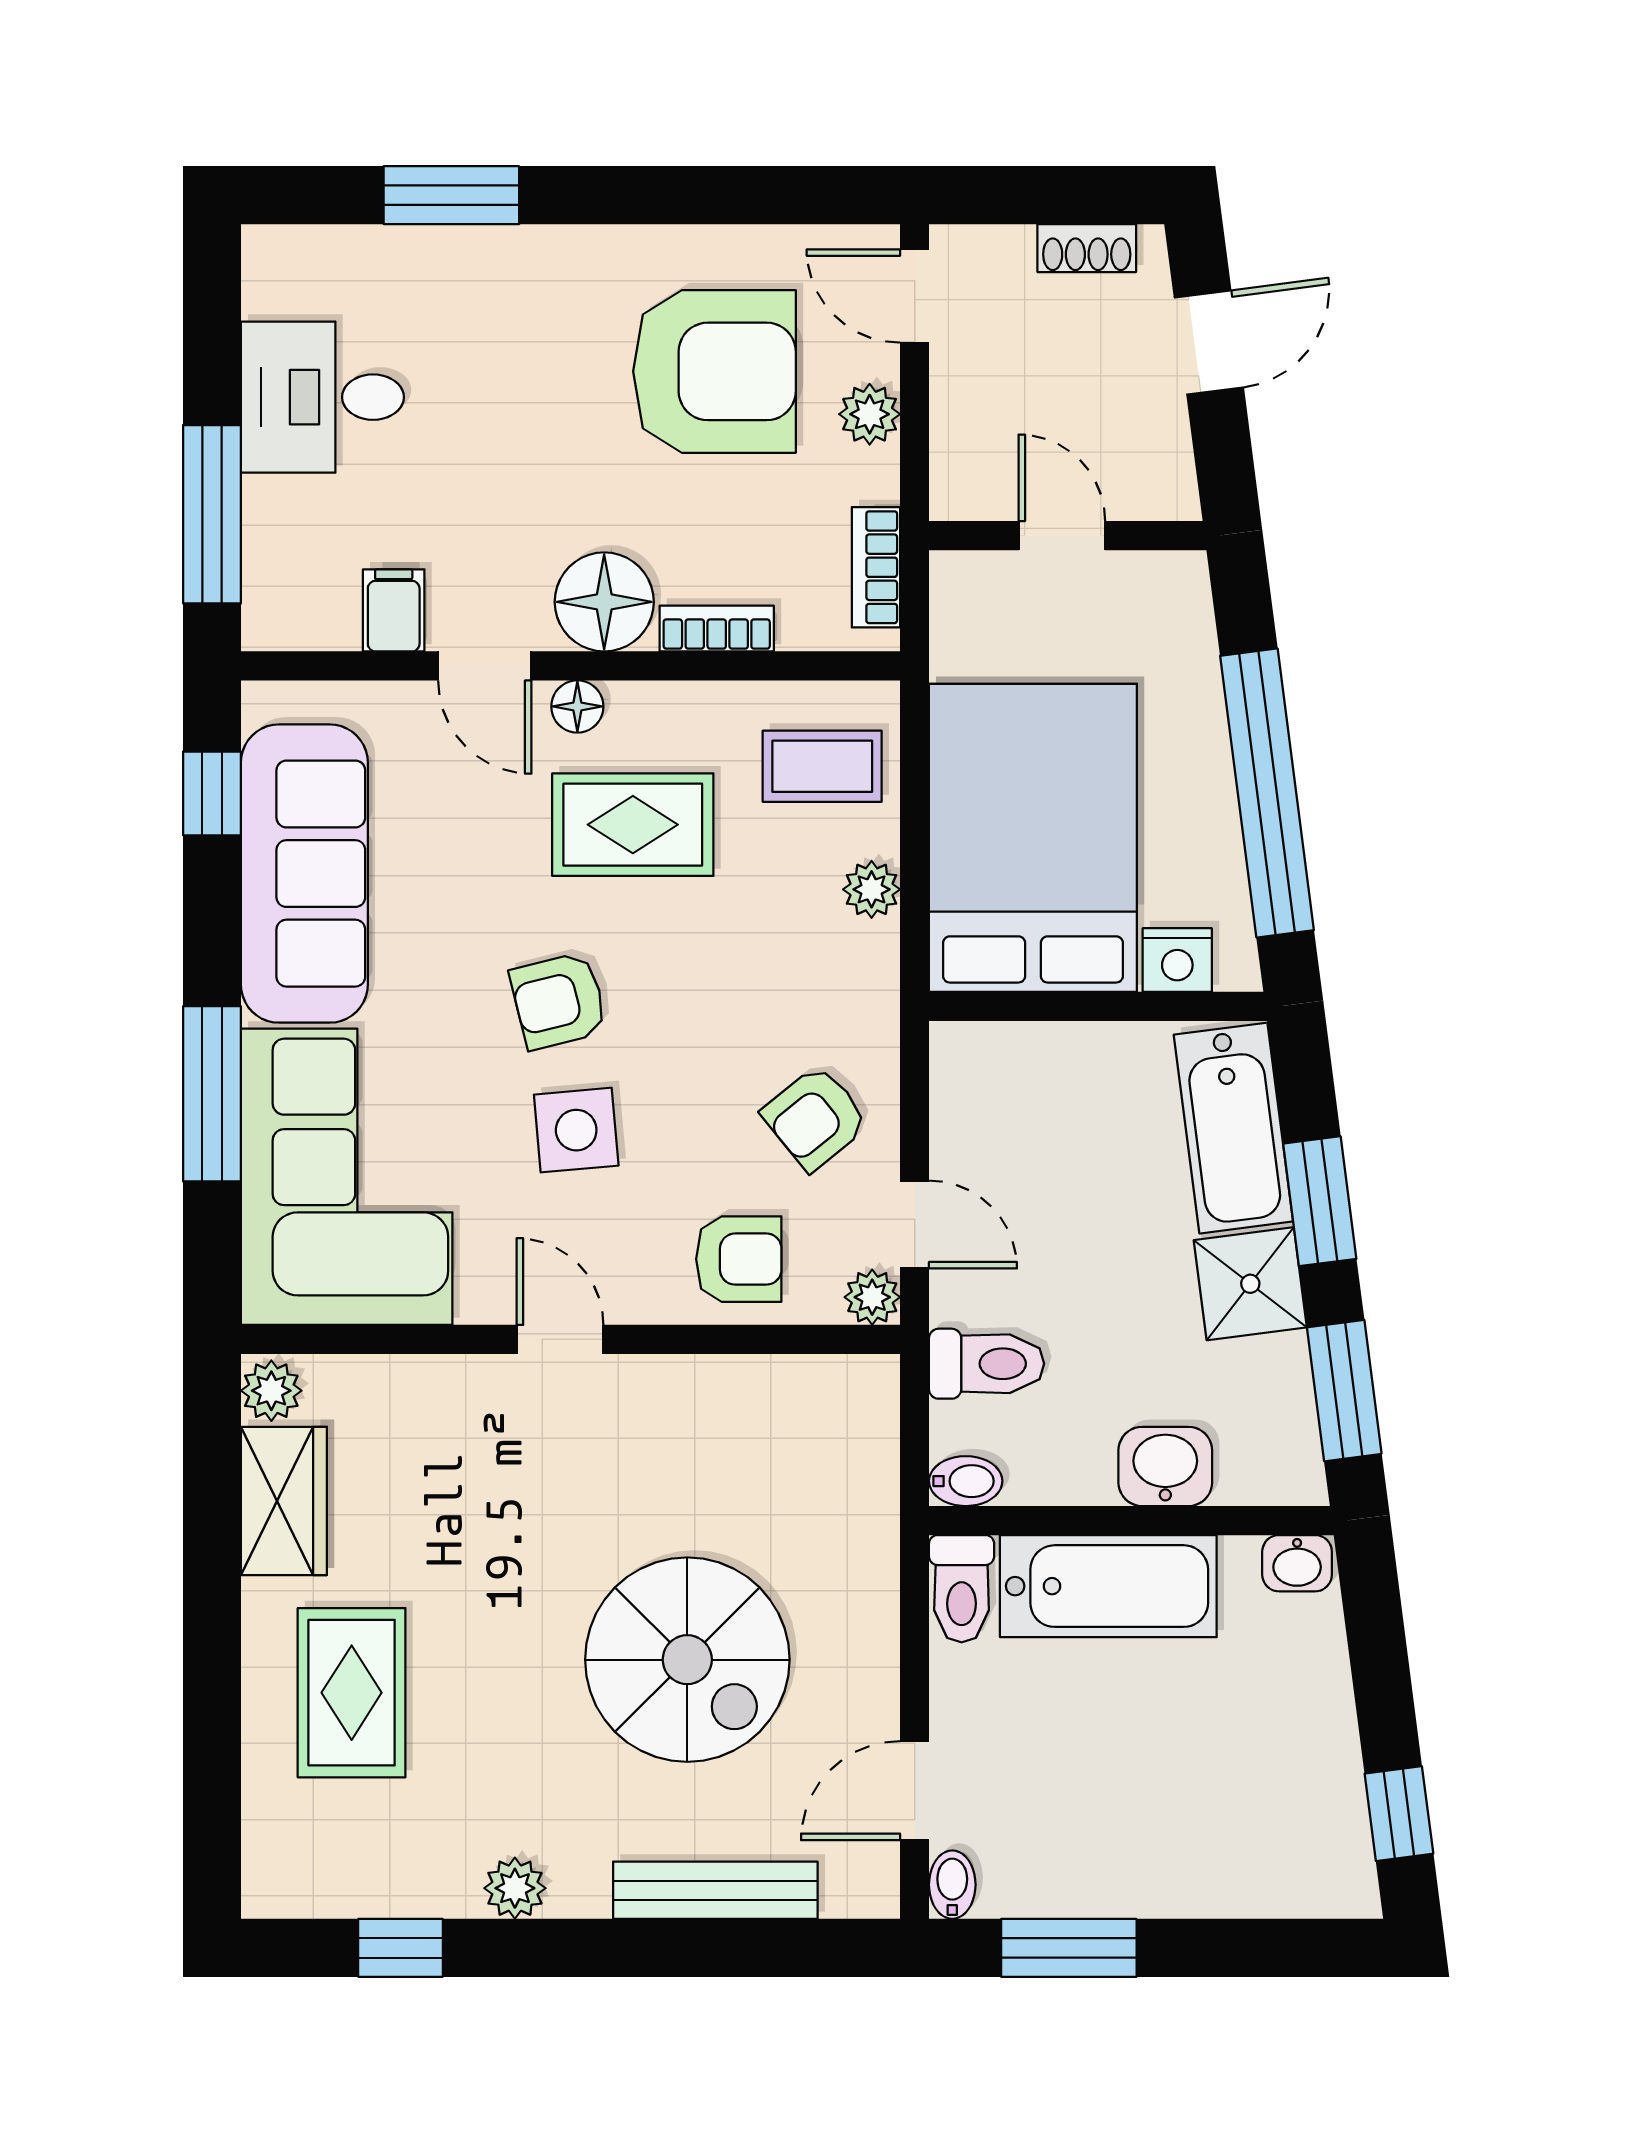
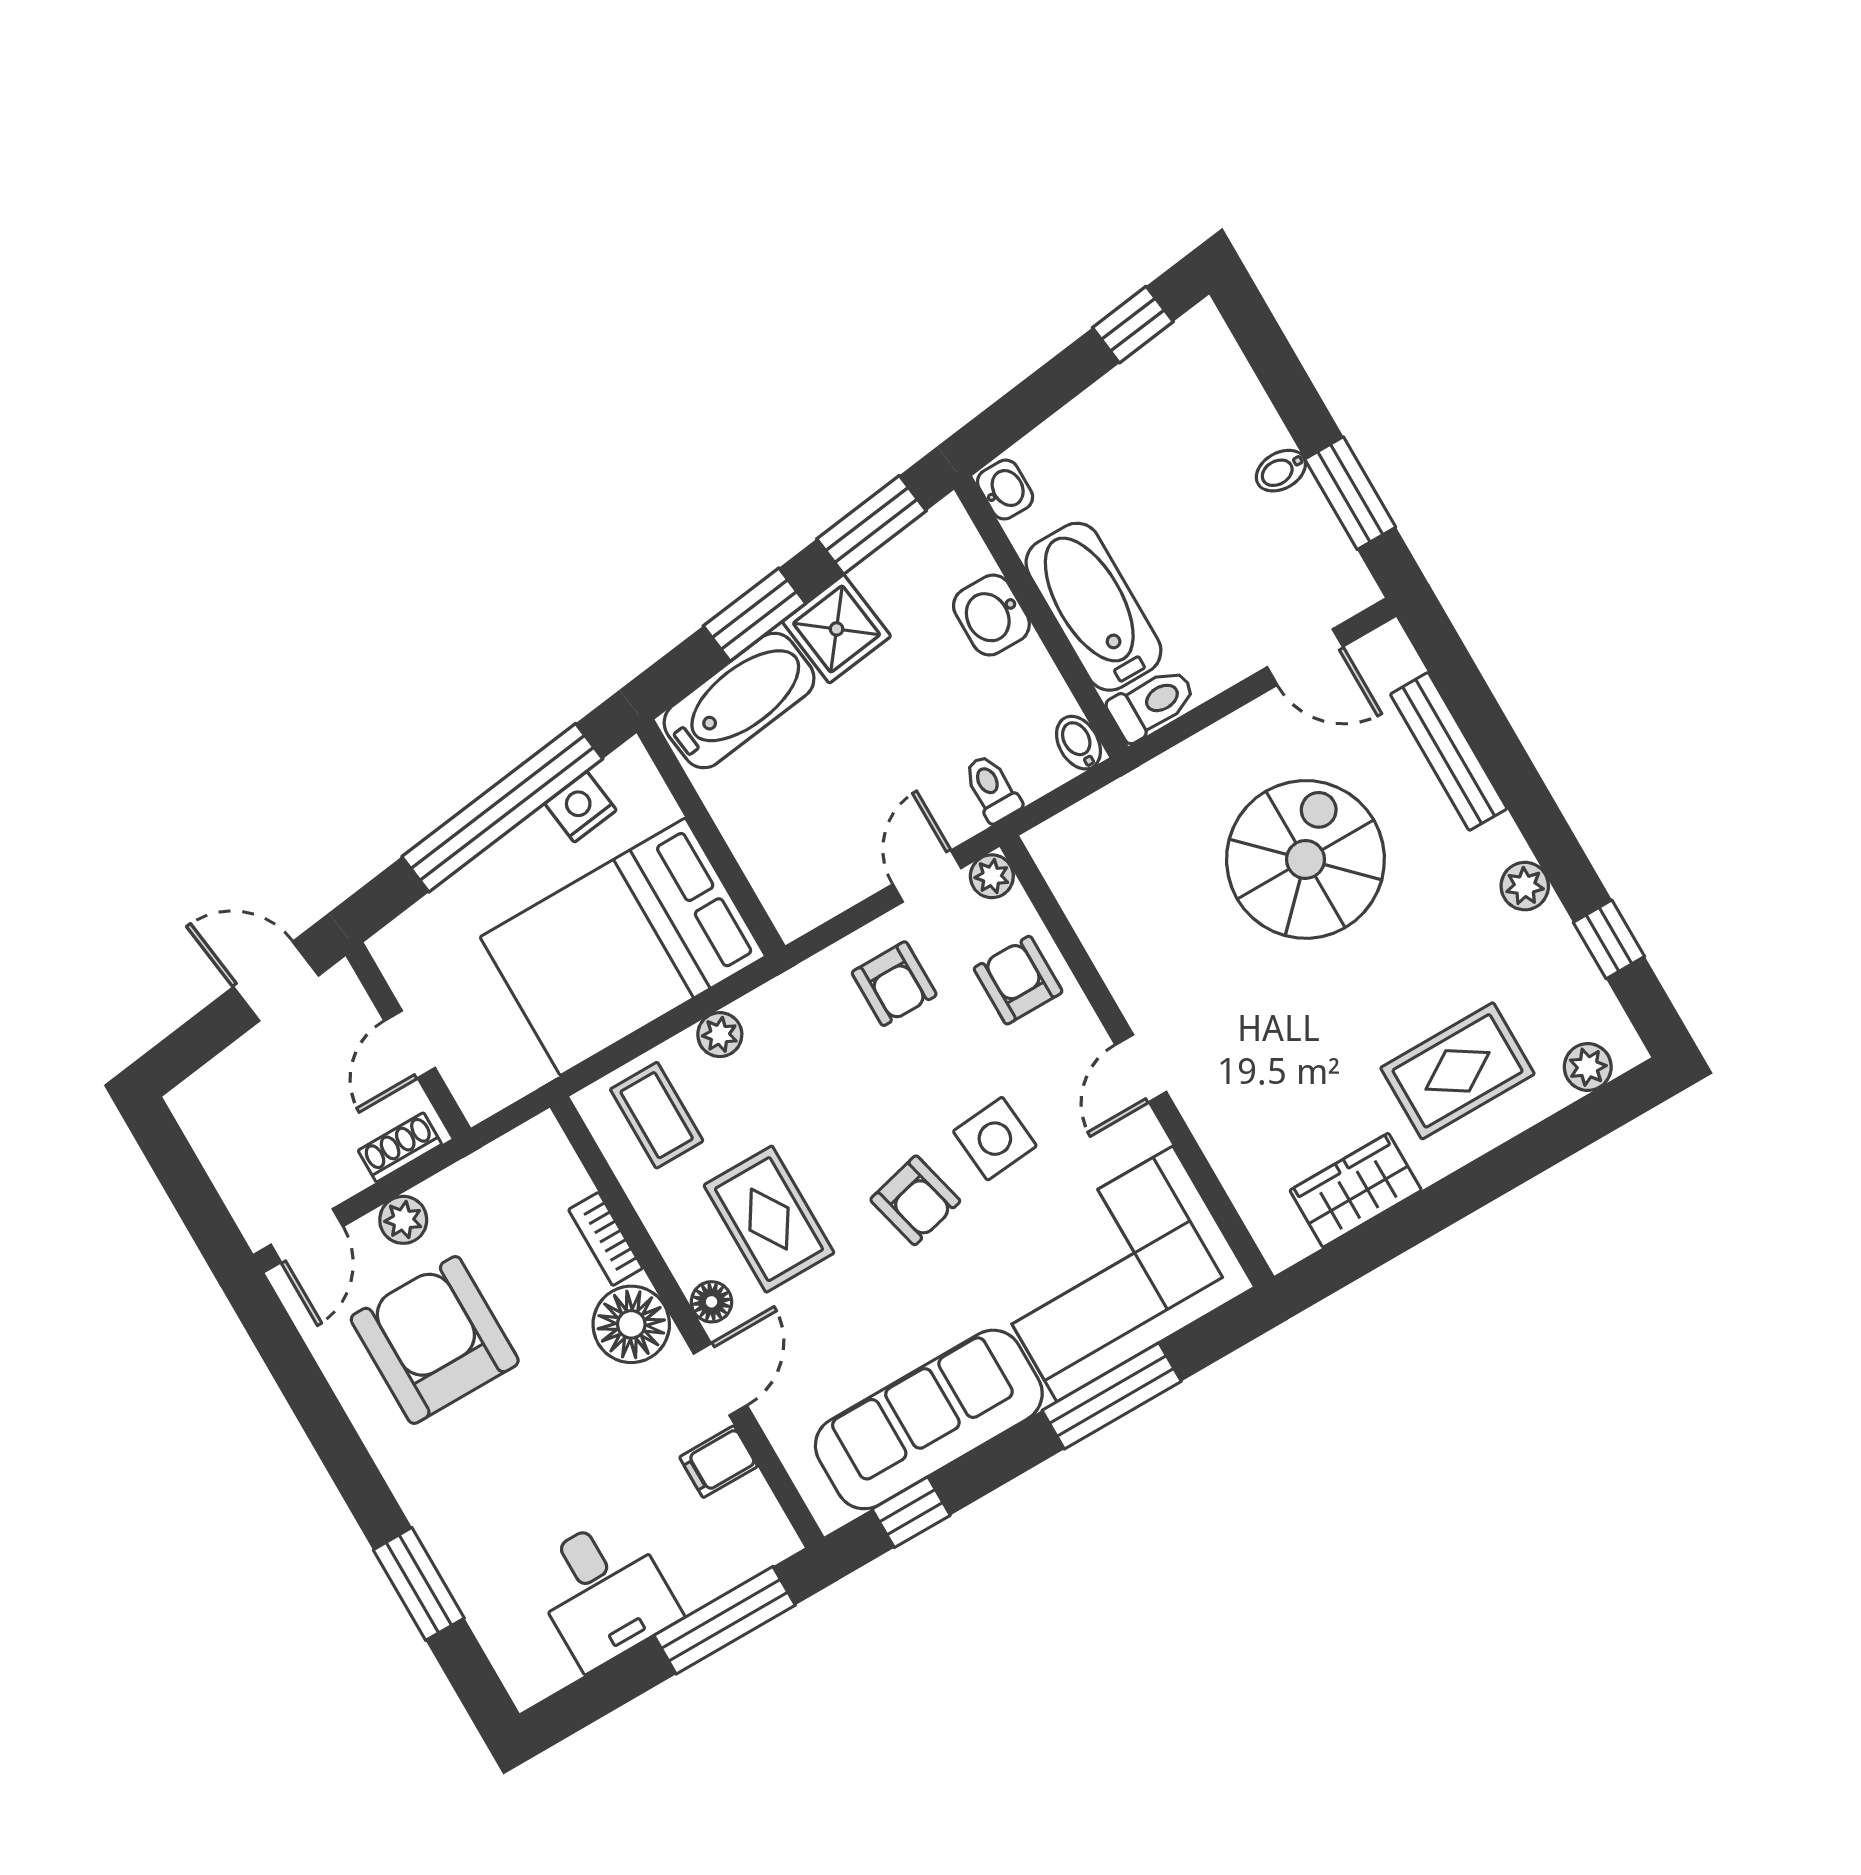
shoe rack: (1087, 248) -> (400, 1147), moved, turned -90
door: (1209, 343) -> (276, 981), moved
bookcase: (876, 567) -> (503, 1156), removed
nightstand: (1177, 960) -> (581, 807), moved, turned -97
armchair: (815, 1118) -> (894, 984), turned 39
toilet: (987, 1364) -> (992, 788), width x0.73, depth x0.72
plant: (271, 1391) -> (1588, 1067), moved
bidet: (952, 1885) -> (1281, 471), moved

